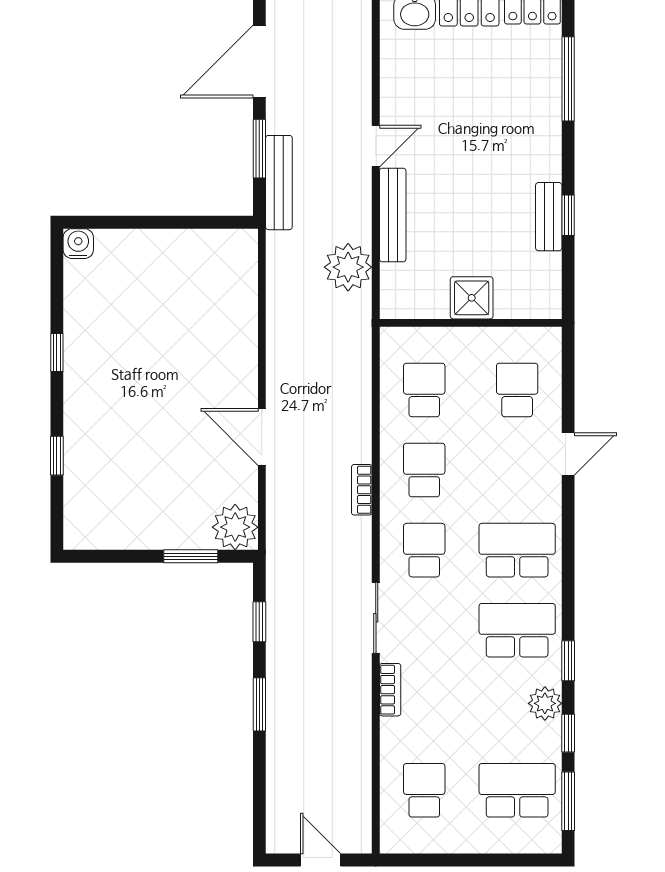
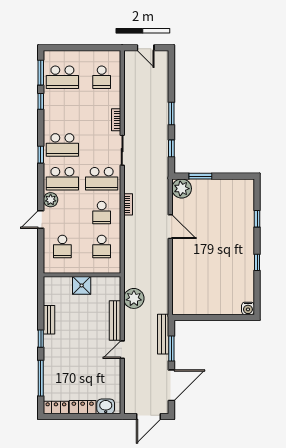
window: (568, 215) -> (41, 339), moved
school desk: (424, 550) -> (102, 179), width x1.85
window: (568, 661) -> (41, 155), moved
plant: (545, 703) -> (51, 200), moved

